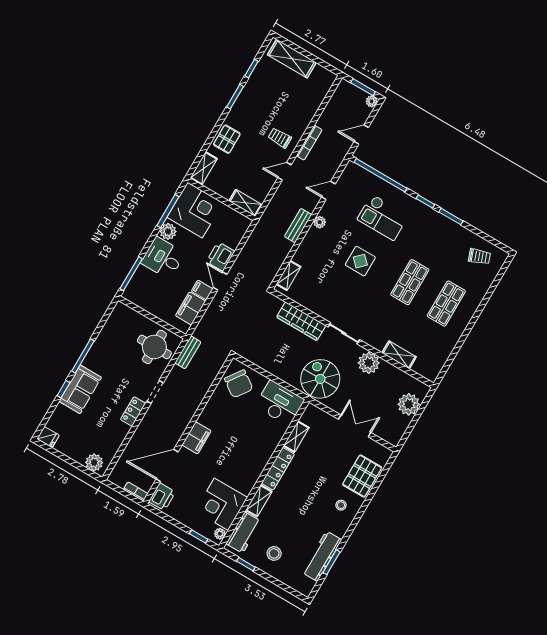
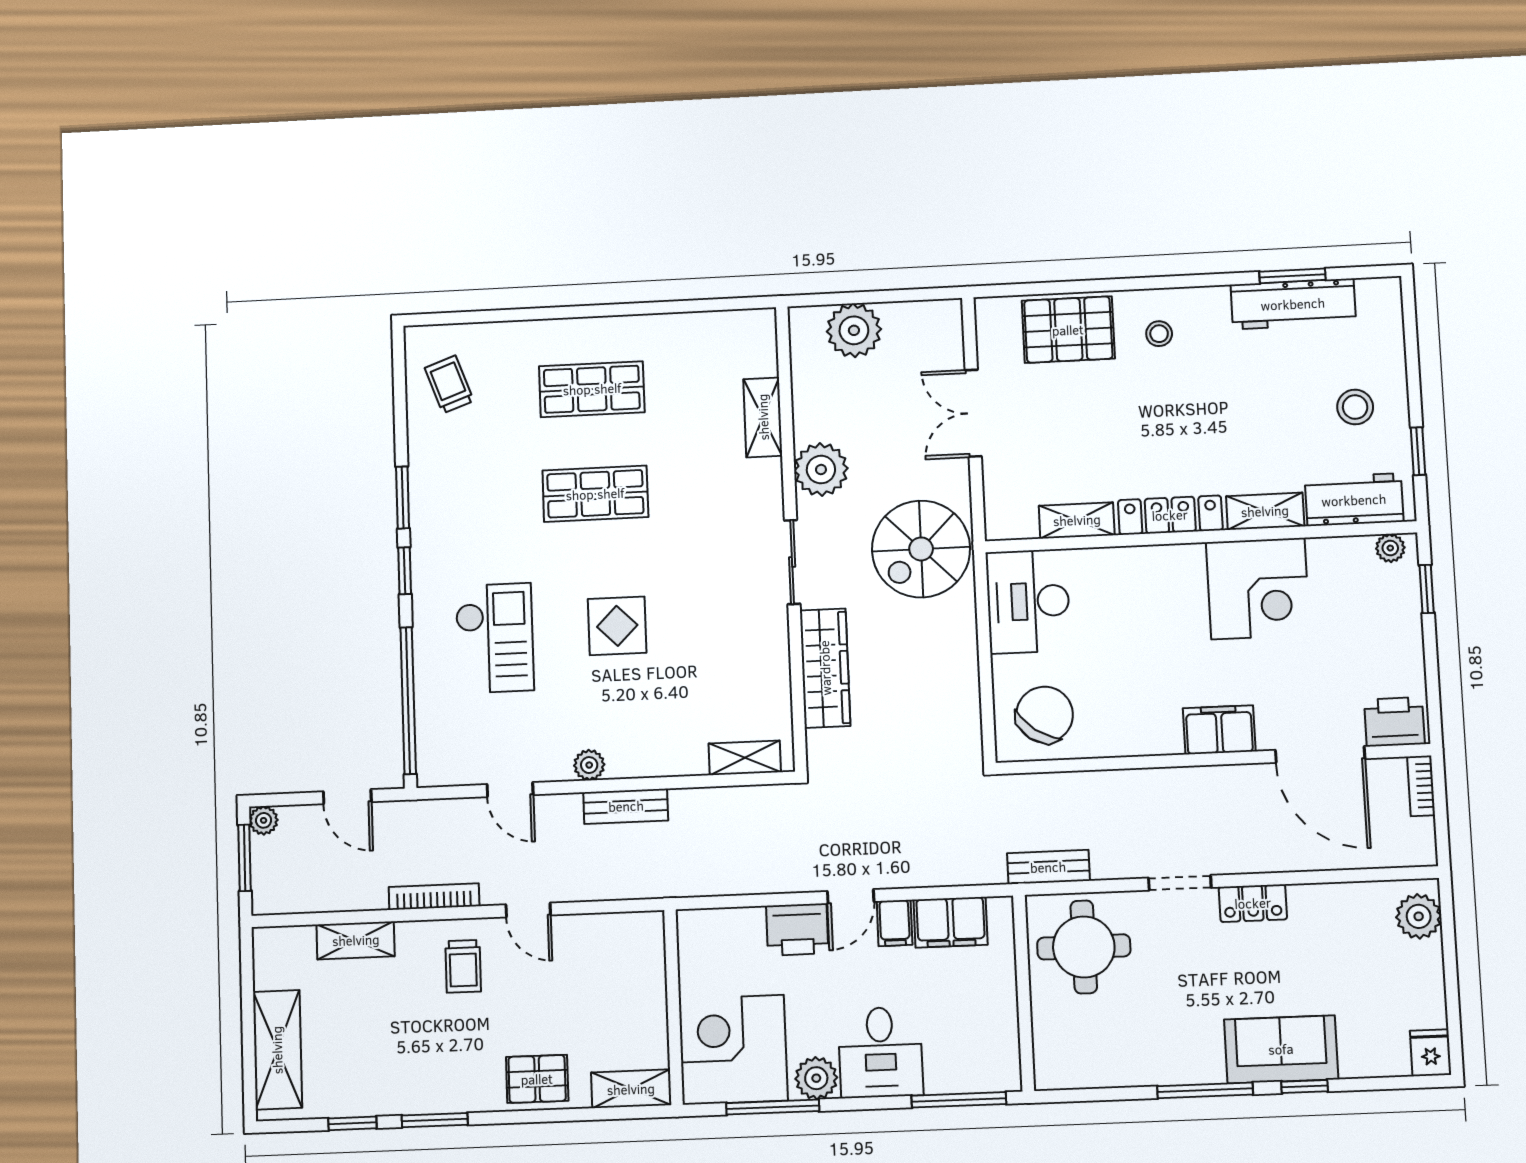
shelving: (246, 203) -> (356, 940), moved, turned 90
corner desk: (221, 504) -> (1258, 589), moved

